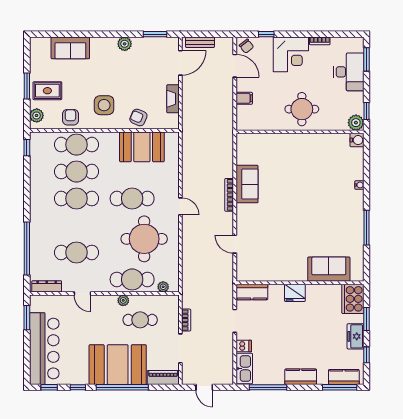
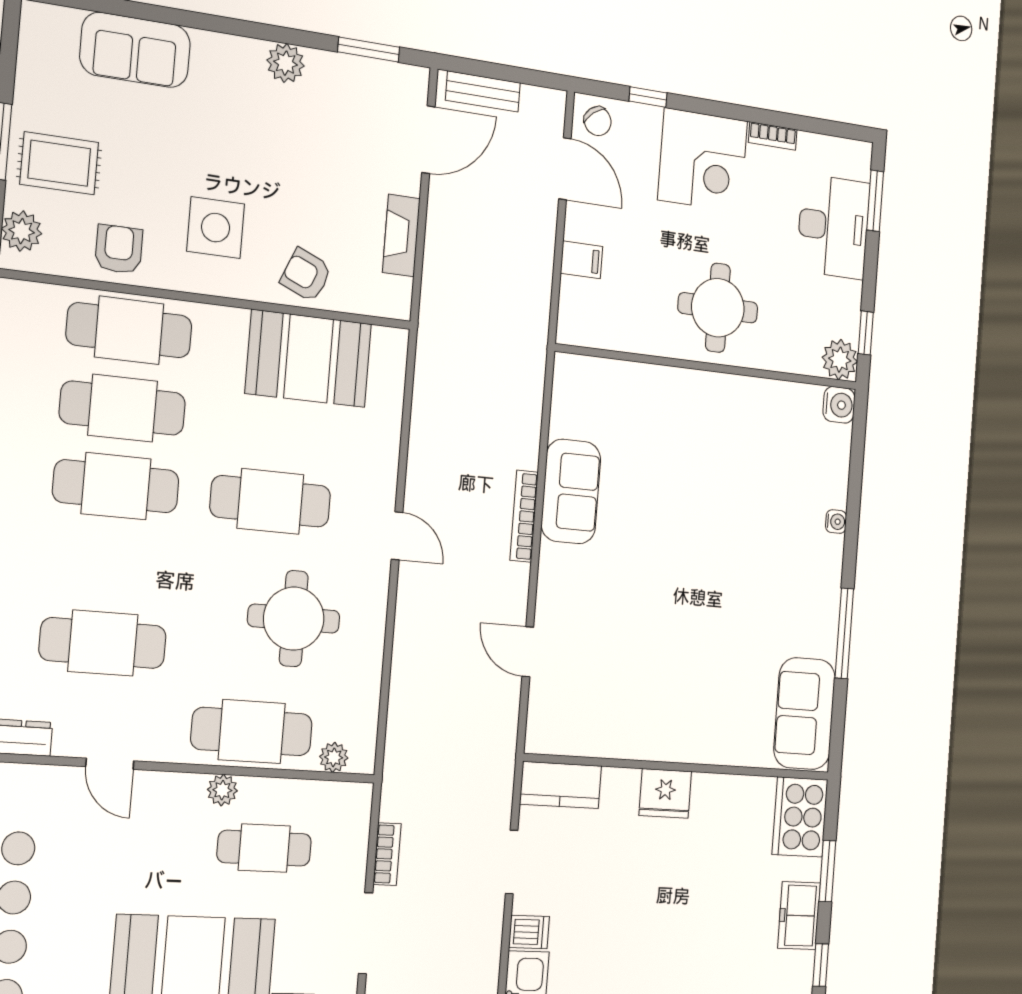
round table: (144, 239) -> (294, 619), width x0.73, depth x0.73
sofa: (329, 269) -> (805, 714), moved, turned -90

